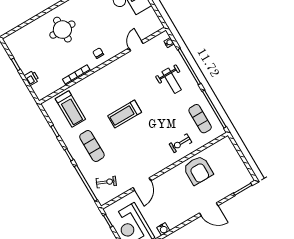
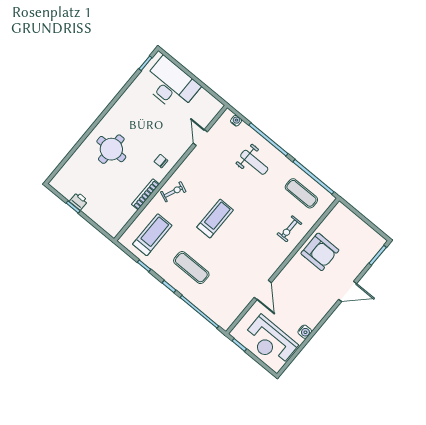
printer: (32, 78) -> (79, 201), moved
treadmill: (70, 109) -> (152, 235), turned -90
treadmill: (125, 114) -> (215, 219), turned 180
exercise bike: (106, 182) -> (173, 192), moved

